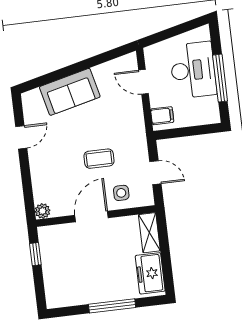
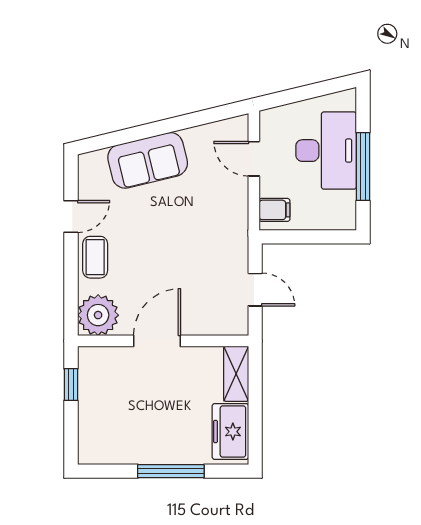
coffee table: (99, 159) -> (95, 257), moved, turned 90
side table: (121, 193) -> (203, 312), removed
plant: (43, 211) -> (98, 315), width x1.87, depth x1.87

